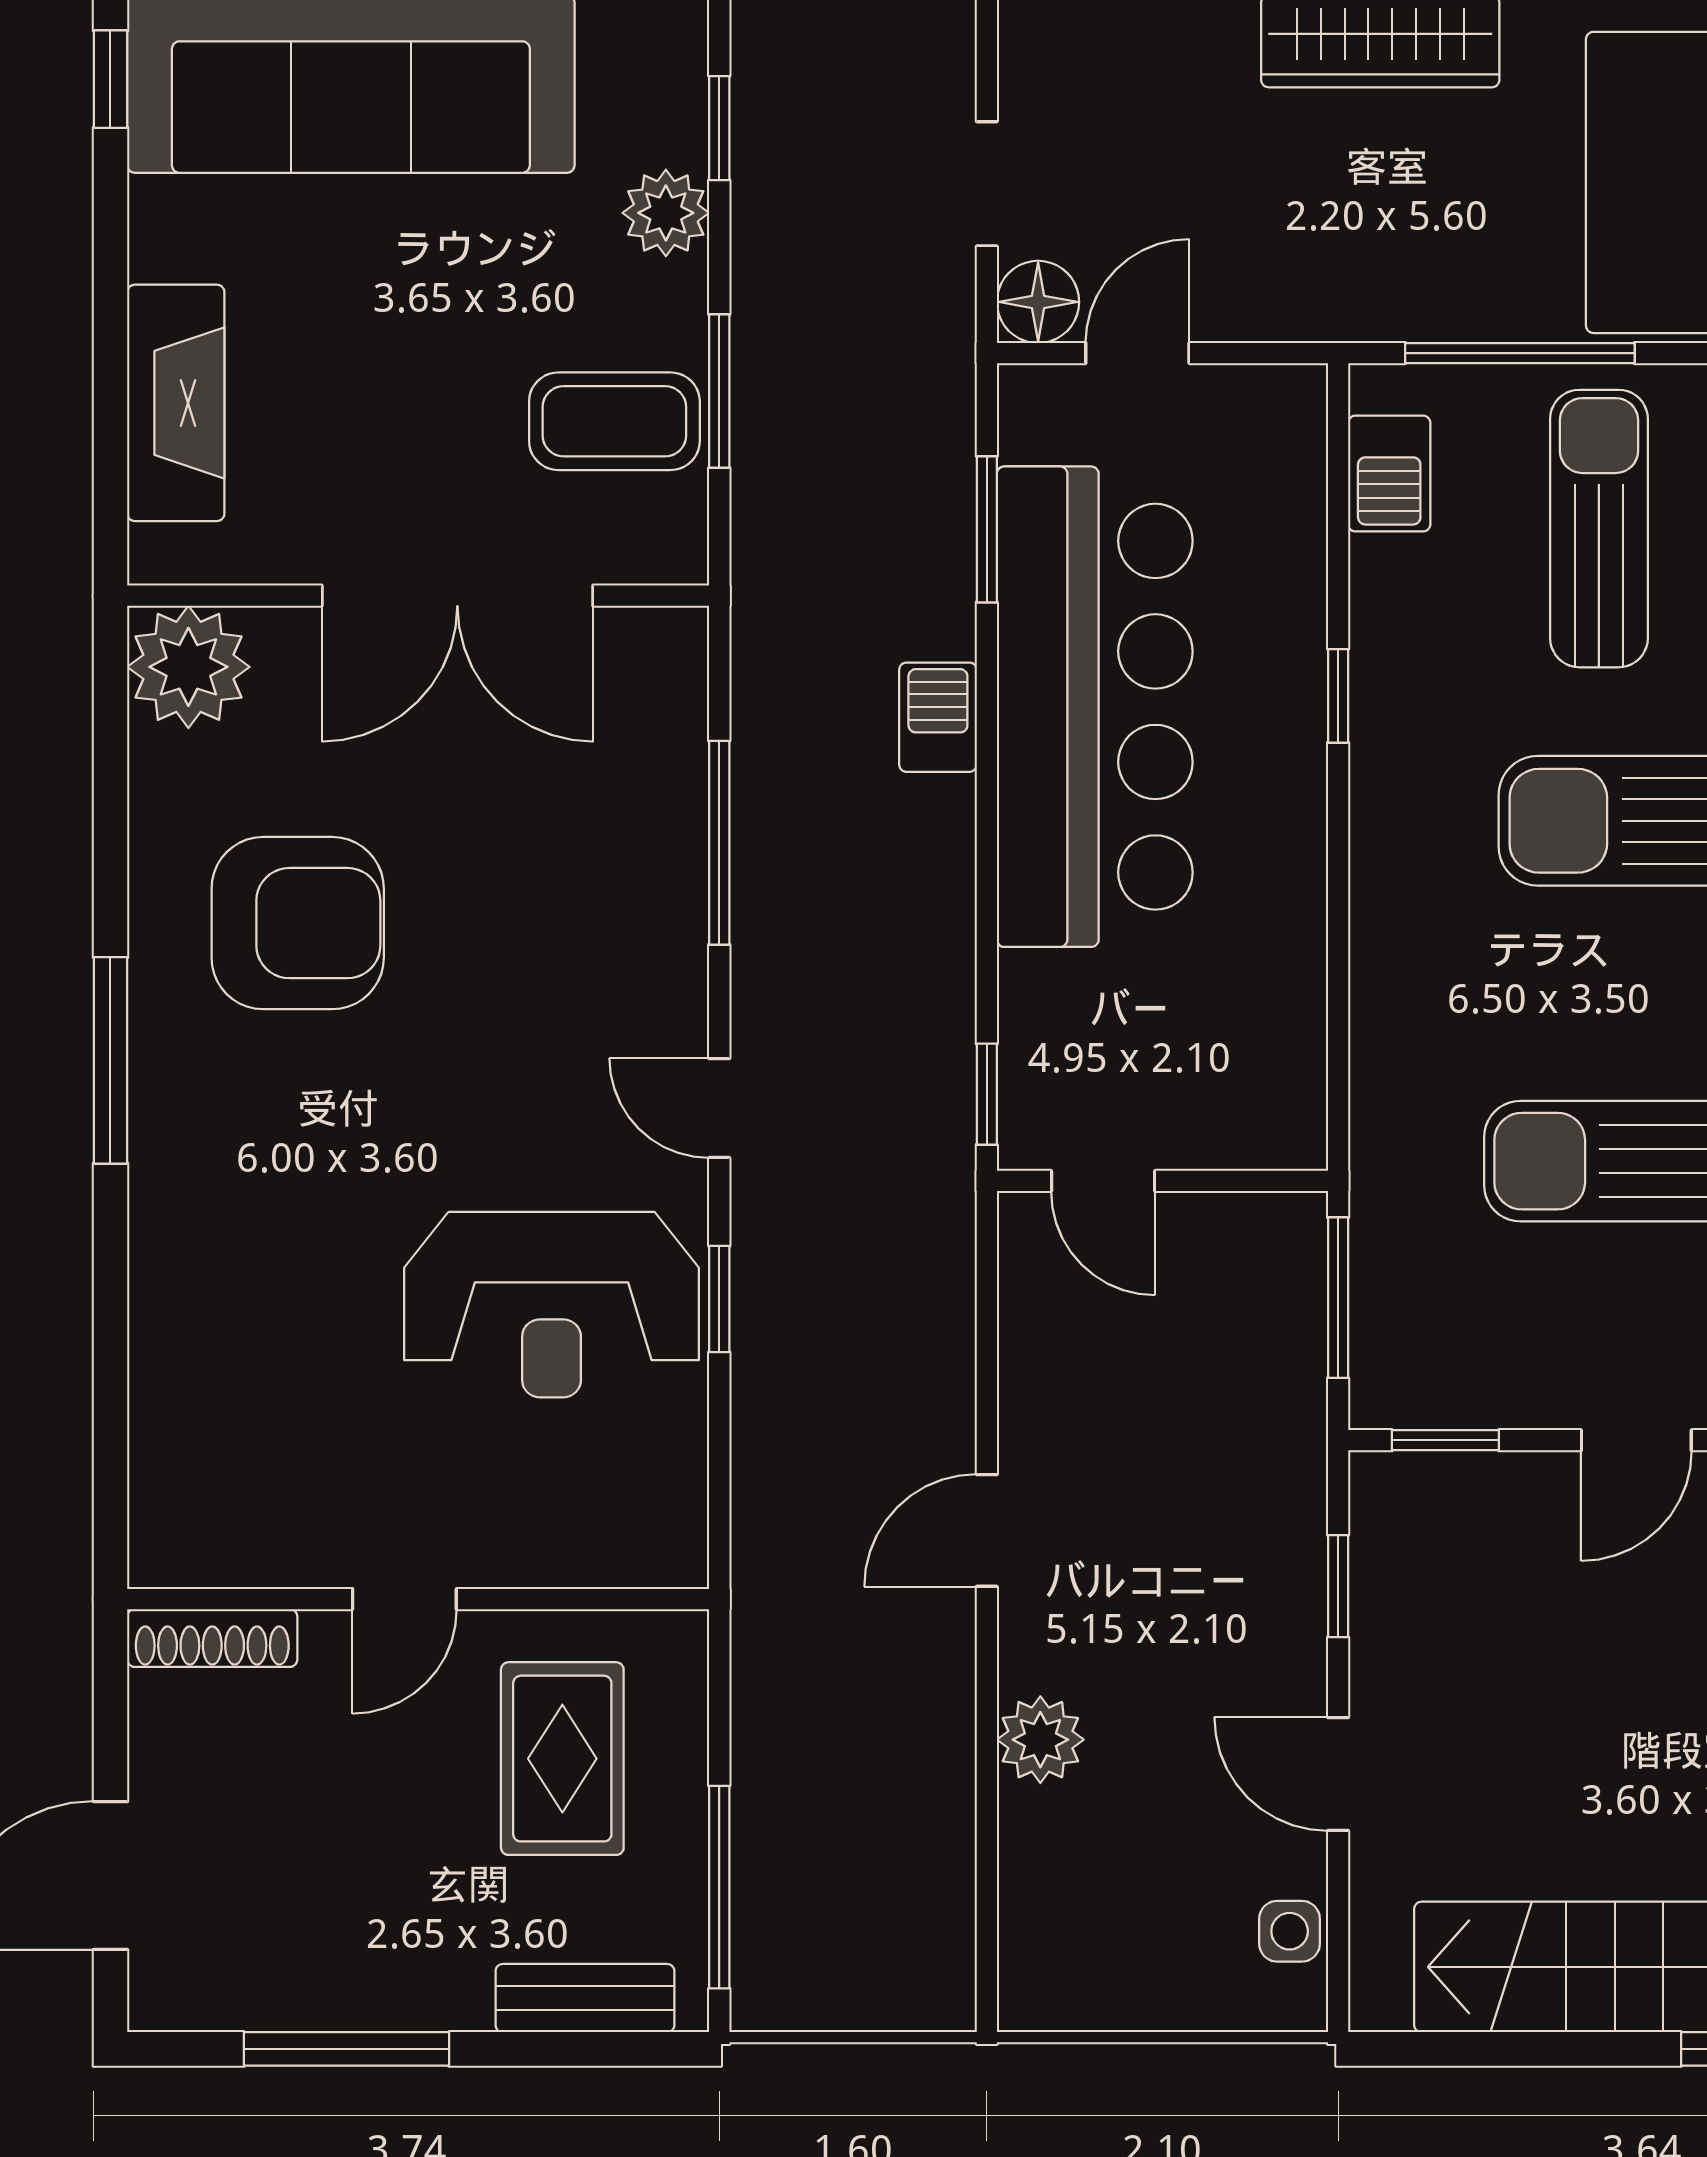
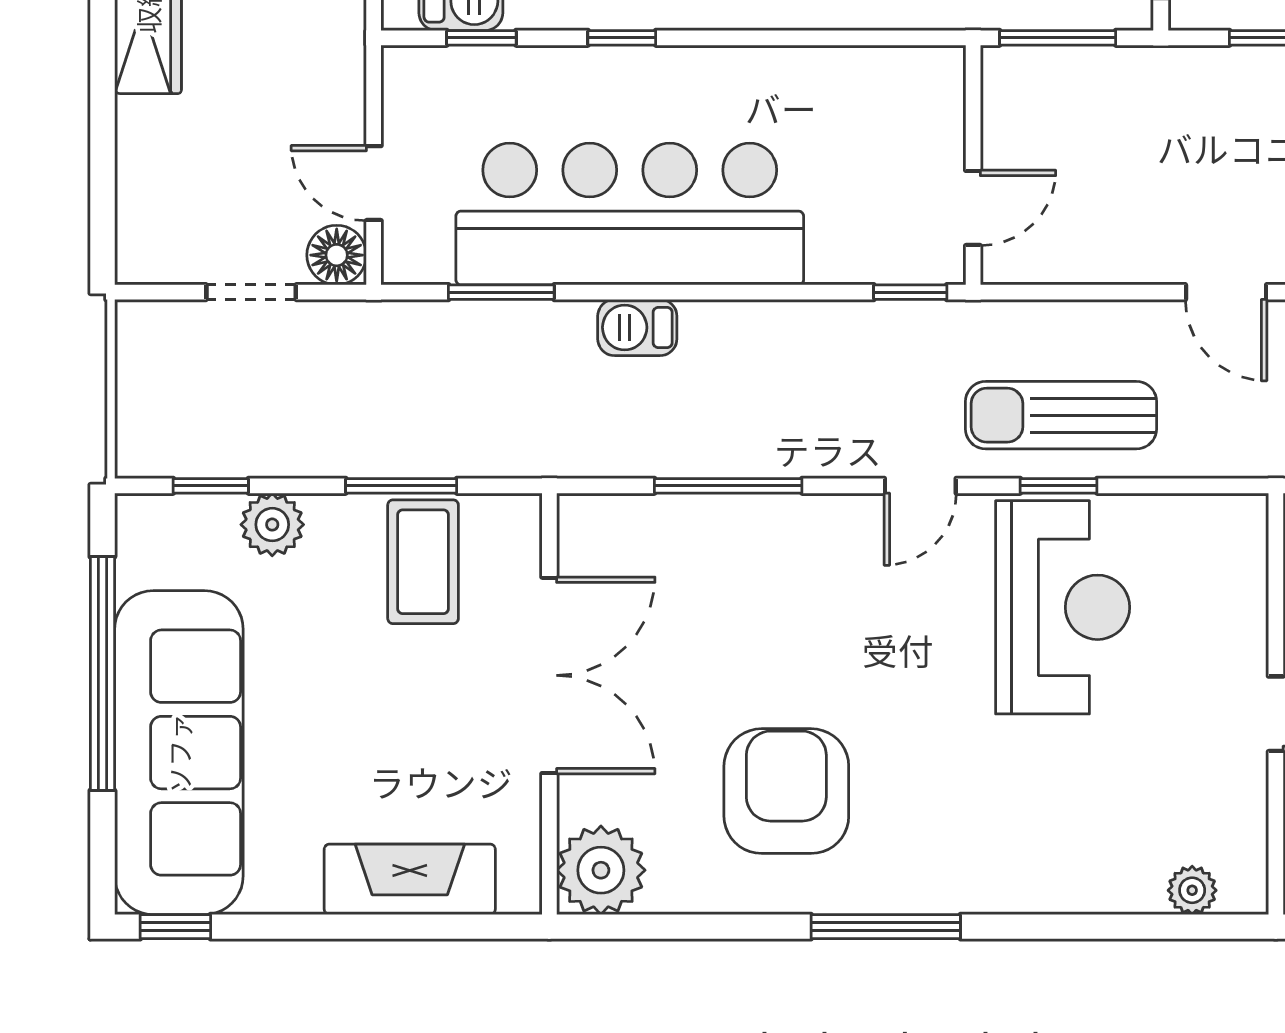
window: (1338, 502) -> (481, 38), added
sun lounger: (817, 1302) -> (1061, 415), added
plant: (161, 1483) -> (1192, 890), added

